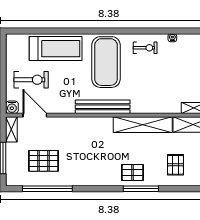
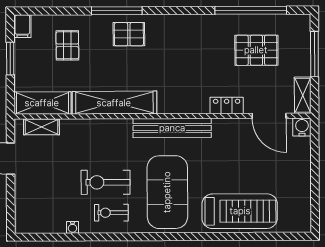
treadmill: (56, 49) -> (240, 211), turned 180
exercise bike: (31, 80) -> (106, 182), moved
locker: (64, 122) -> (227, 105), added

